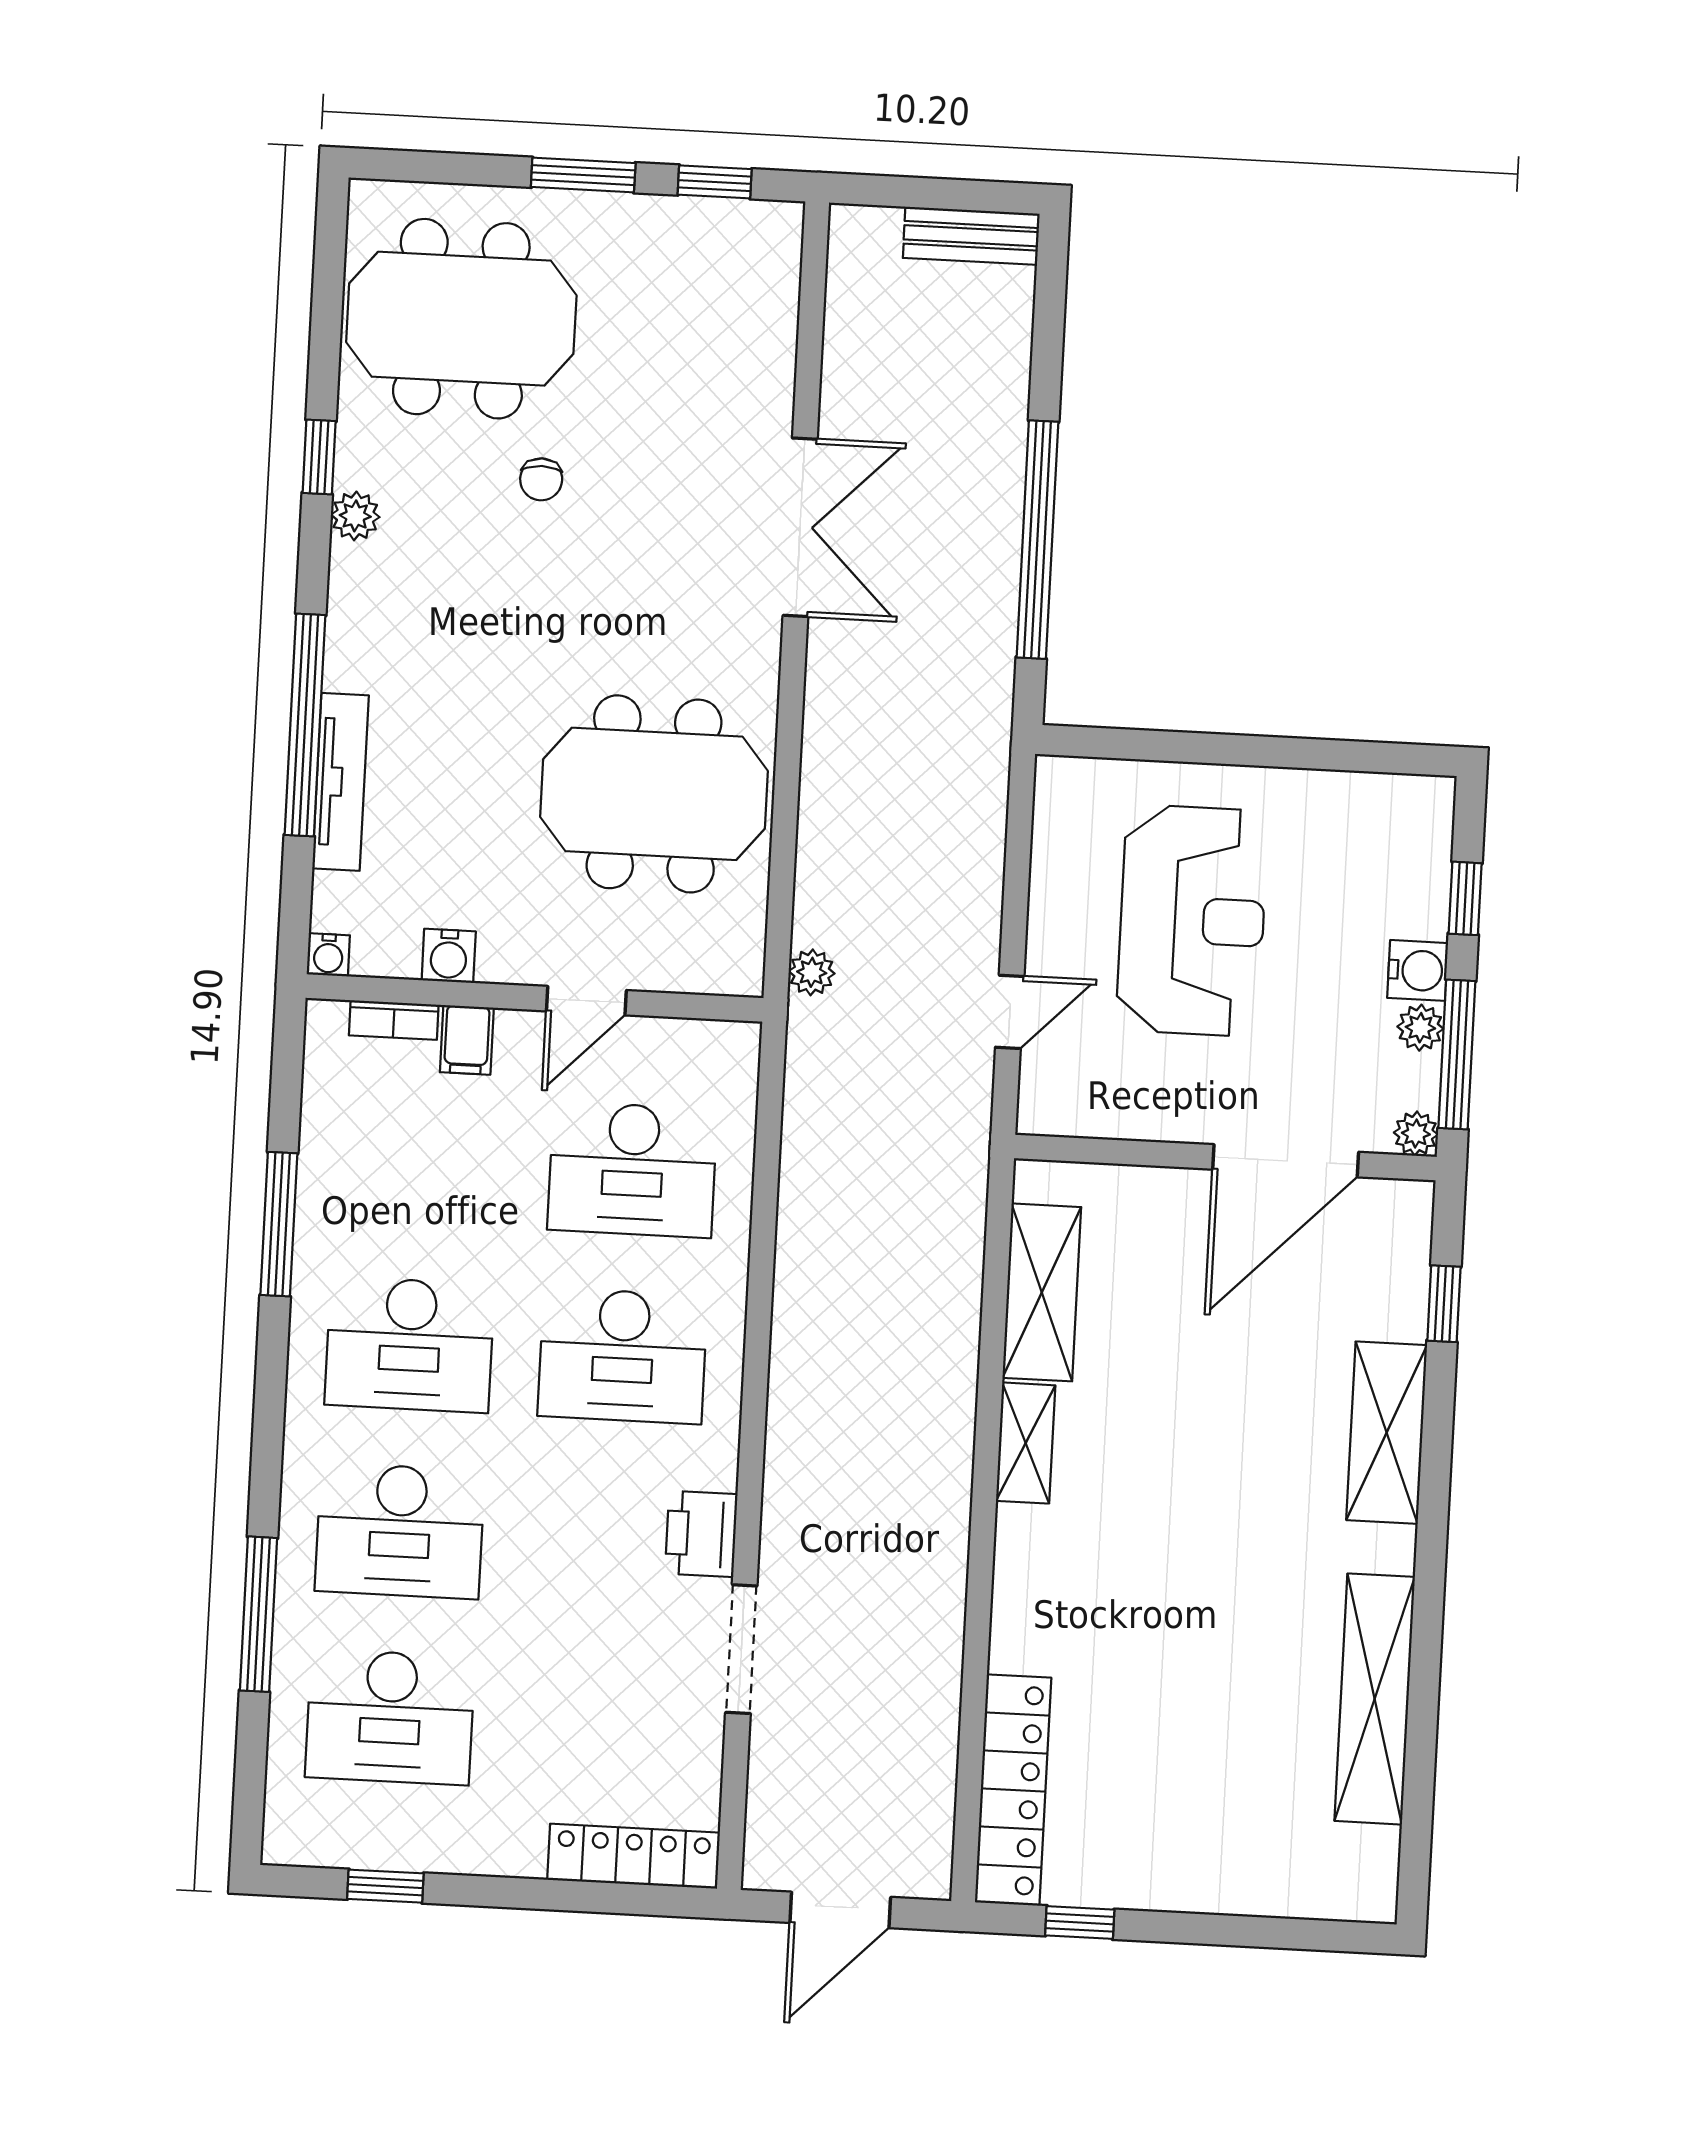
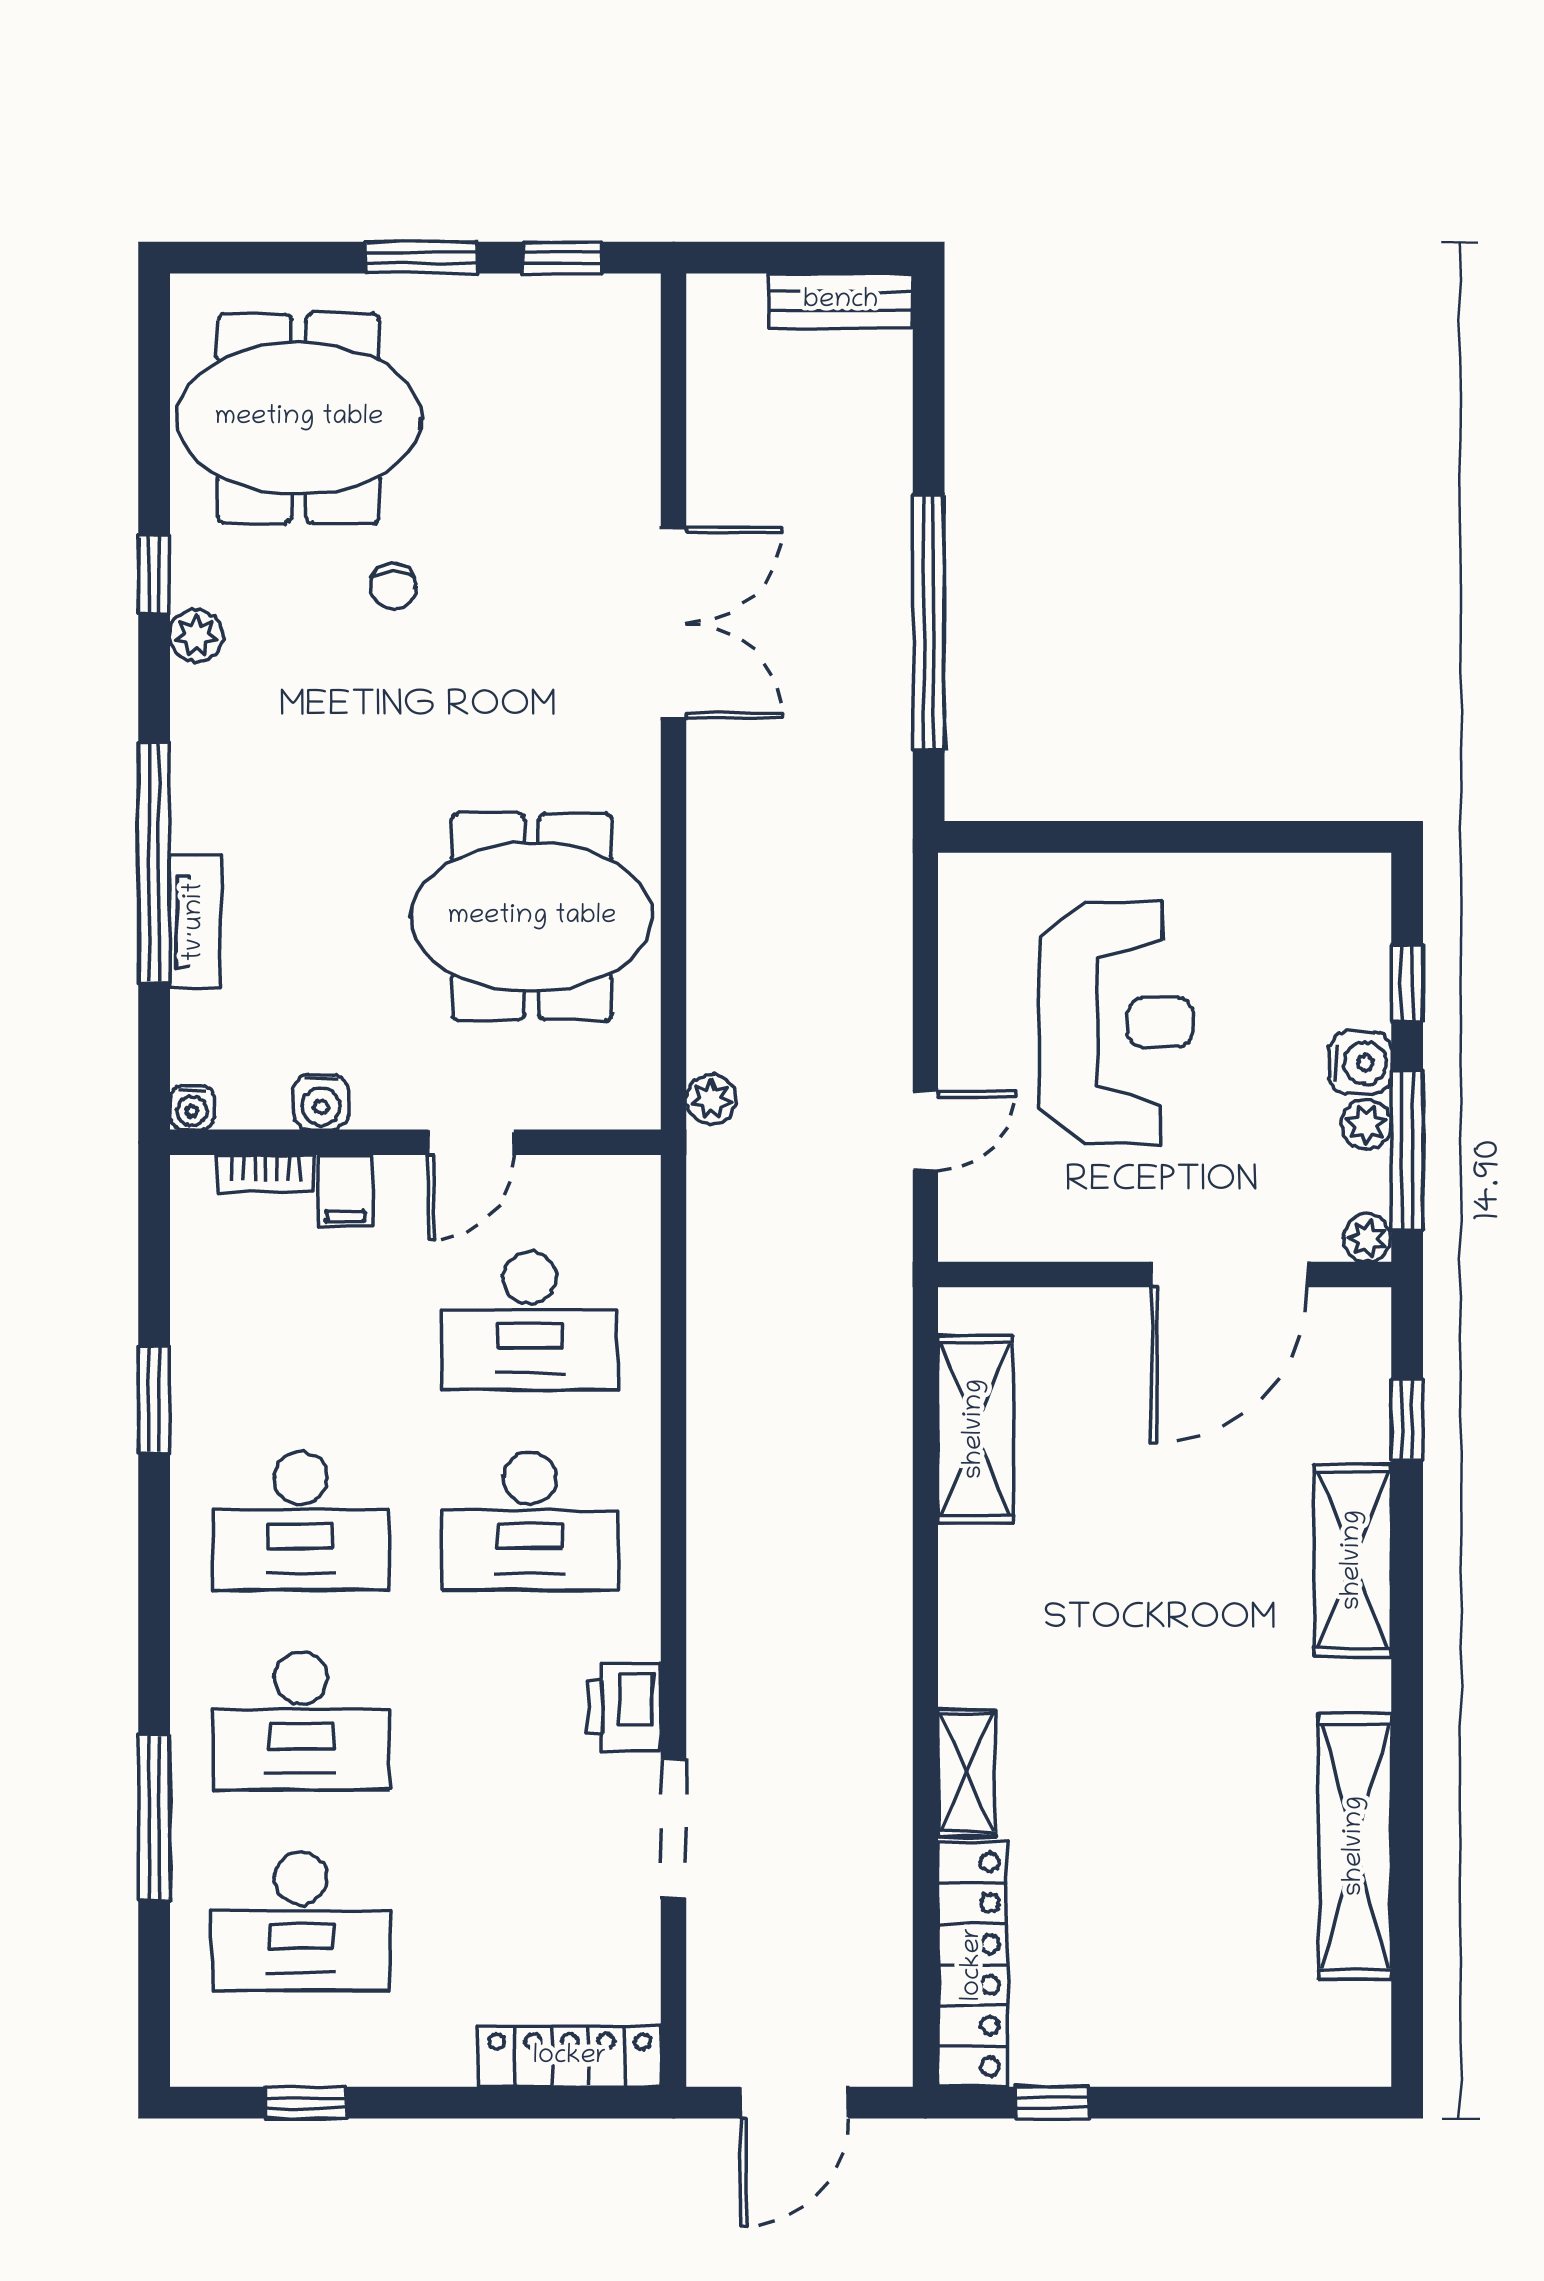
tv unit: (341, 782) -> (195, 922), width x0.71
window: (279, 1224) -> (154, 1399), width x0.69
shelving: (1026, 1443) -> (967, 1773), moved

